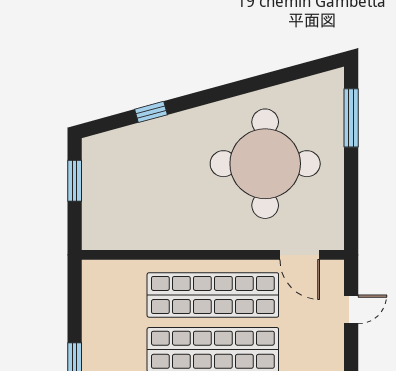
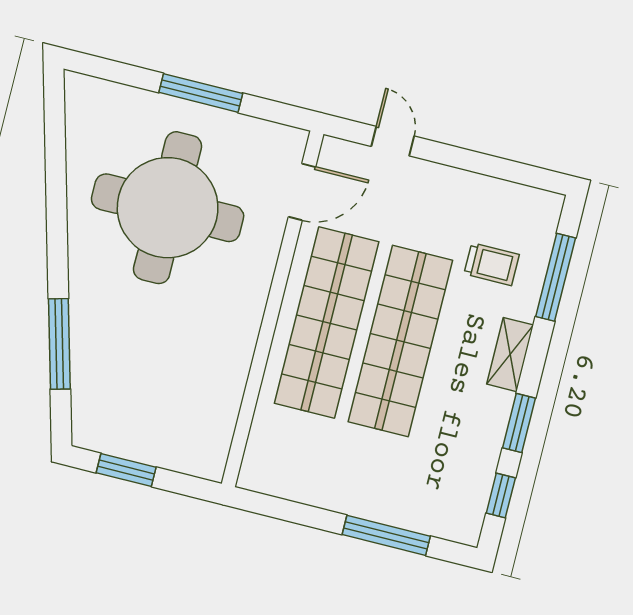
window: (151, 112) -> (59, 344), width x2.17
window: (351, 118) -> (201, 93), moved

